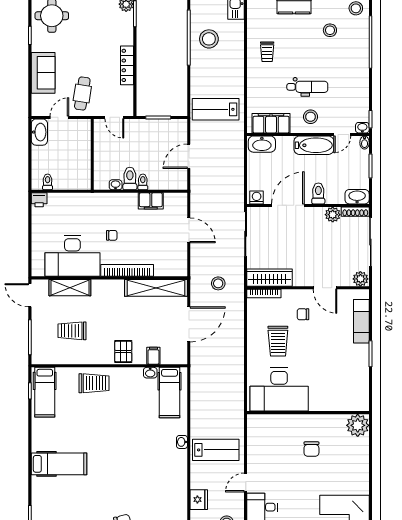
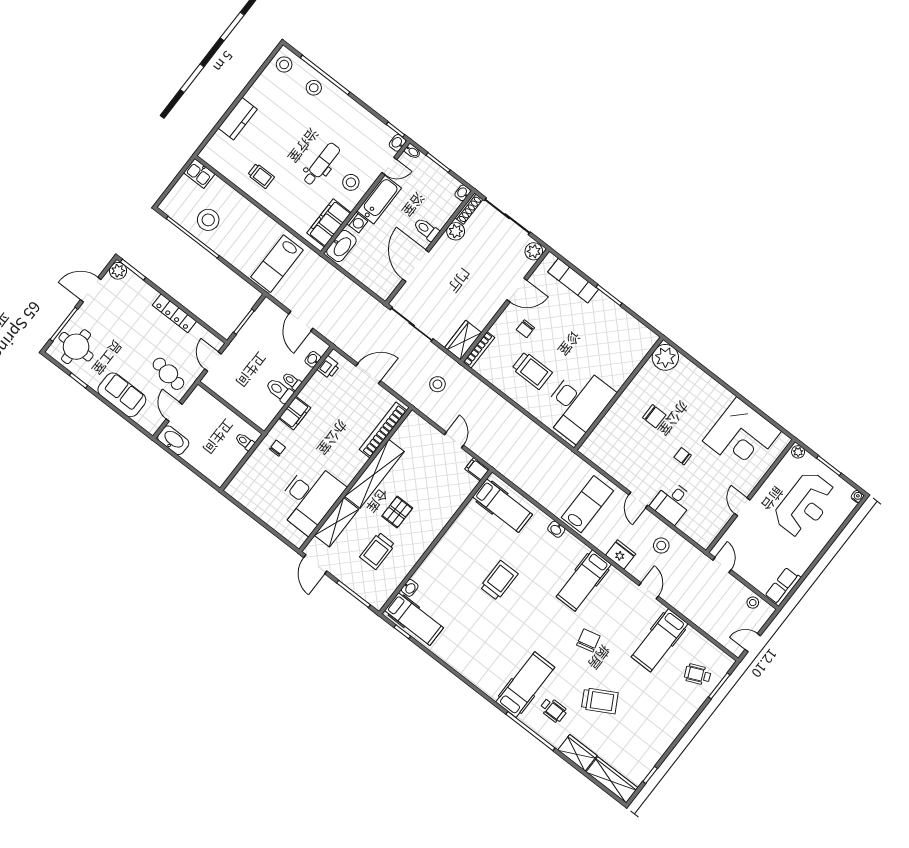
stool: (330, 30) -> (314, 88), moved
door: (114, 117) -> (213, 362), swing flipped
door: (342, 135) -> (389, 166), hinge flipped
toilet: (48, 182) -> (245, 442), moved
washbasin: (116, 185) -> (313, 359), moved
washing machine: (257, 197) -> (357, 223), moved, turned 180
washbasin: (357, 197) -> (463, 193), width x0.52, depth x0.69
printer: (39, 200) -> (329, 367), moved
filing cabinet: (151, 201) -> (295, 413), moved
chair: (112, 235) -> (277, 448), moved
bookcase: (127, 270) -> (383, 430), moved
wardrobe: (270, 278) -> (463, 340), width x0.67
shelving: (156, 288) -> (374, 474), moved
door: (30, 295) -> (315, 564), hinge flipped
door: (189, 324) -> (454, 440), width x0.53
pallet: (123, 351) -> (397, 512), moved, turned 90
filing cabinet: (153, 356) -> (477, 469), moved
washbasin: (150, 373) -> (410, 588), moved
trolley: (94, 383) -> (499, 580), moved
hospital bed: (59, 464) -> (525, 685), moved
hospital bed: (161, 488) -> (584, 580), added
chair: (299, 490) -> (683, 456), added

